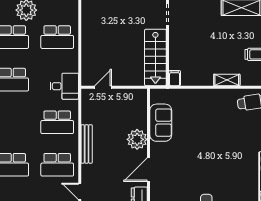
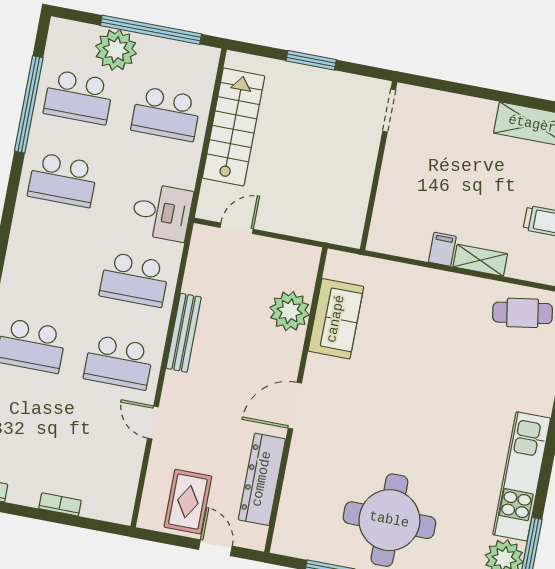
stairs: (155, 57) -> (234, 127), moved, turned 180
filing cabinet: (175, 78) -> (442, 249), moved
plant: (137, 139) -> (290, 311), moved

